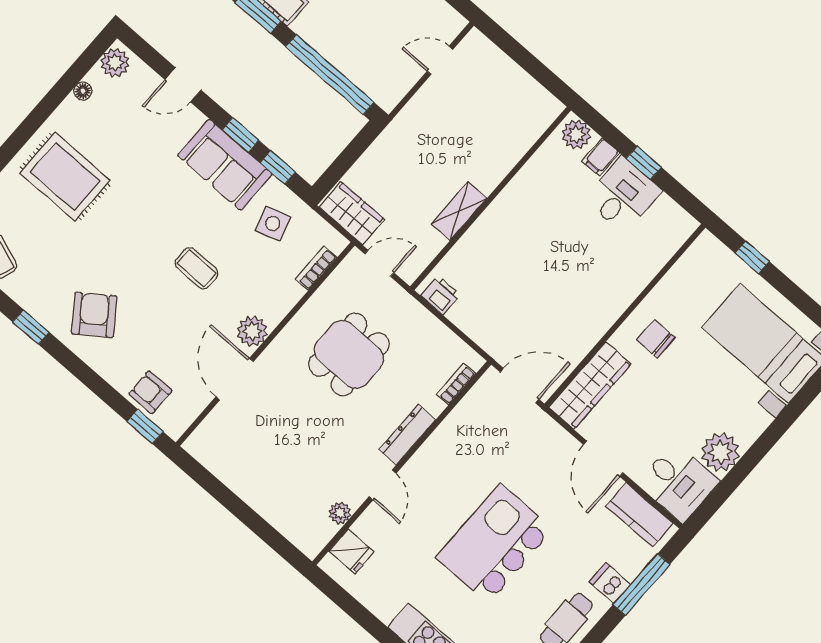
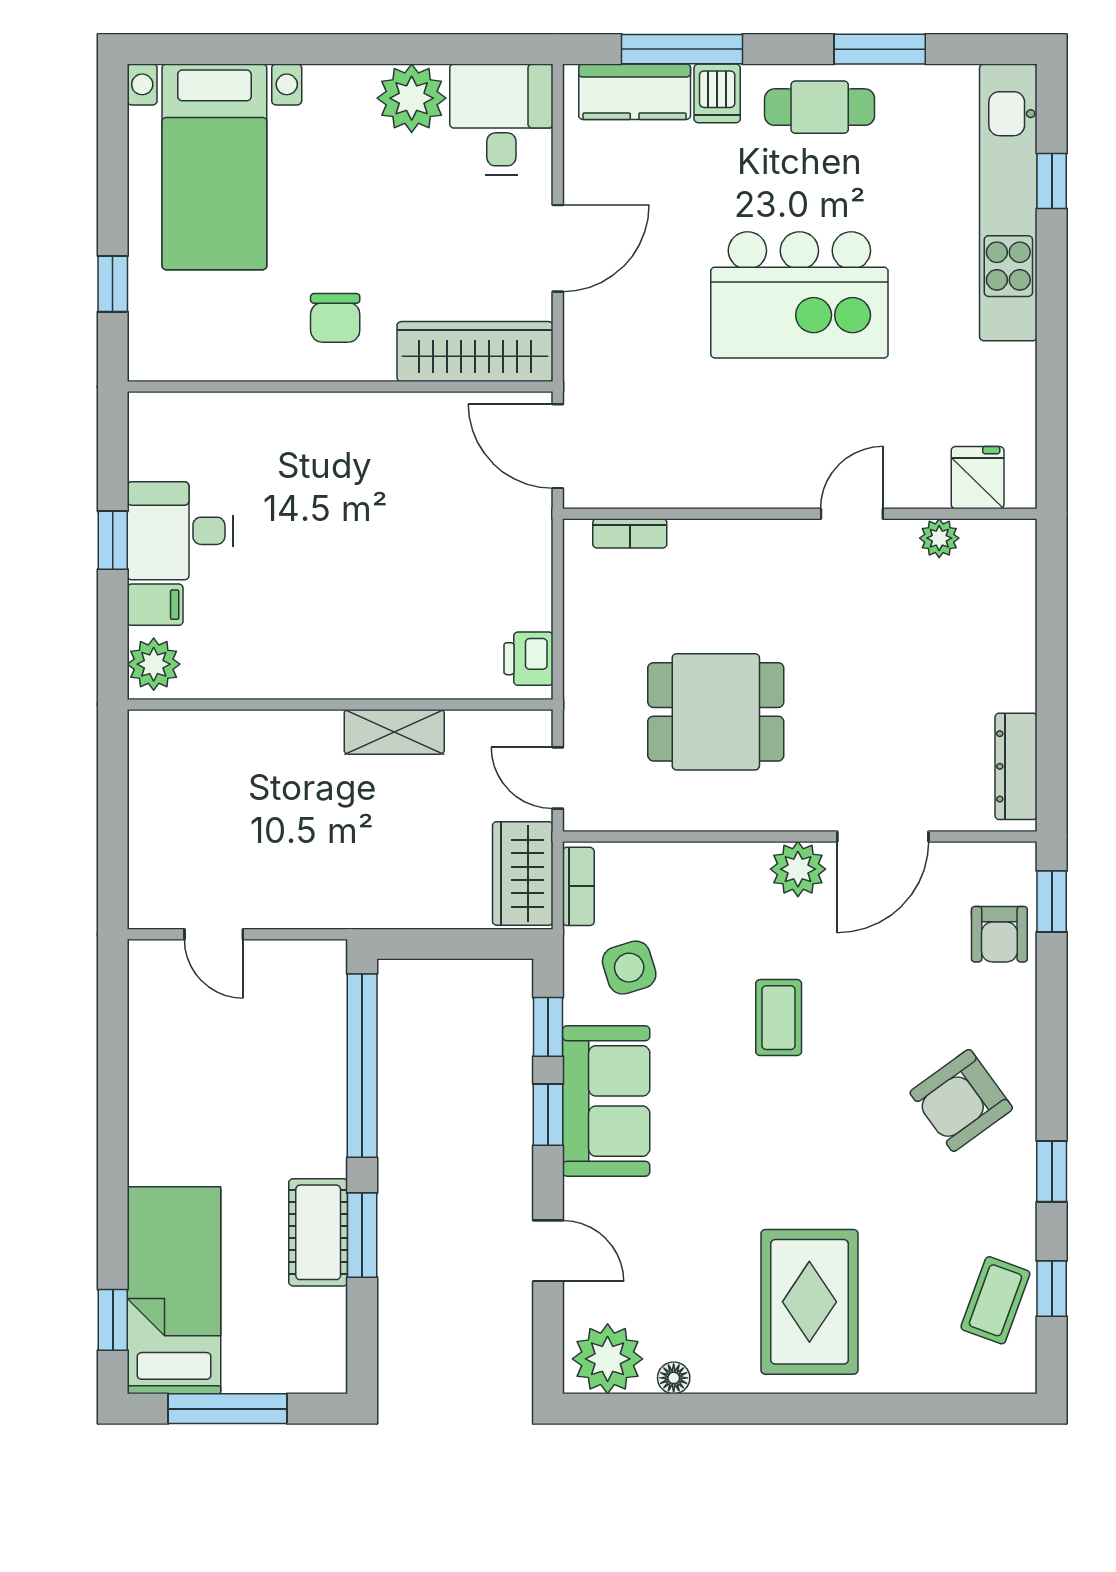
plant: (115, 63) -> (608, 1359), width x1.36, depth x1.36
bookcase: (316, 268) -> (578, 886), moved, turned -90
dresser: (407, 435) -> (1016, 766), moved, turned 90
kitchen counter: (639, 515) -> (635, 92), moved, turned 90

